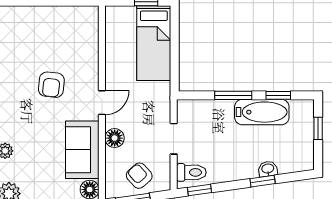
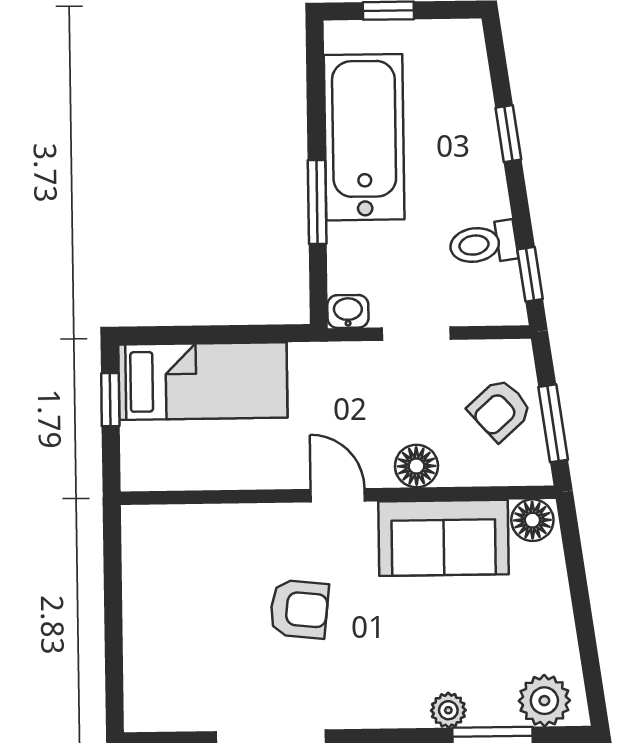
window: (278, 95) -> (316, 101), removed
bathtub: (262, 112) -> (364, 137), width x1.36, depth x1.36
washbasin: (268, 169) -> (348, 311), moved, turned 98
toilet: (191, 172) -> (483, 244), moved, turned -98

